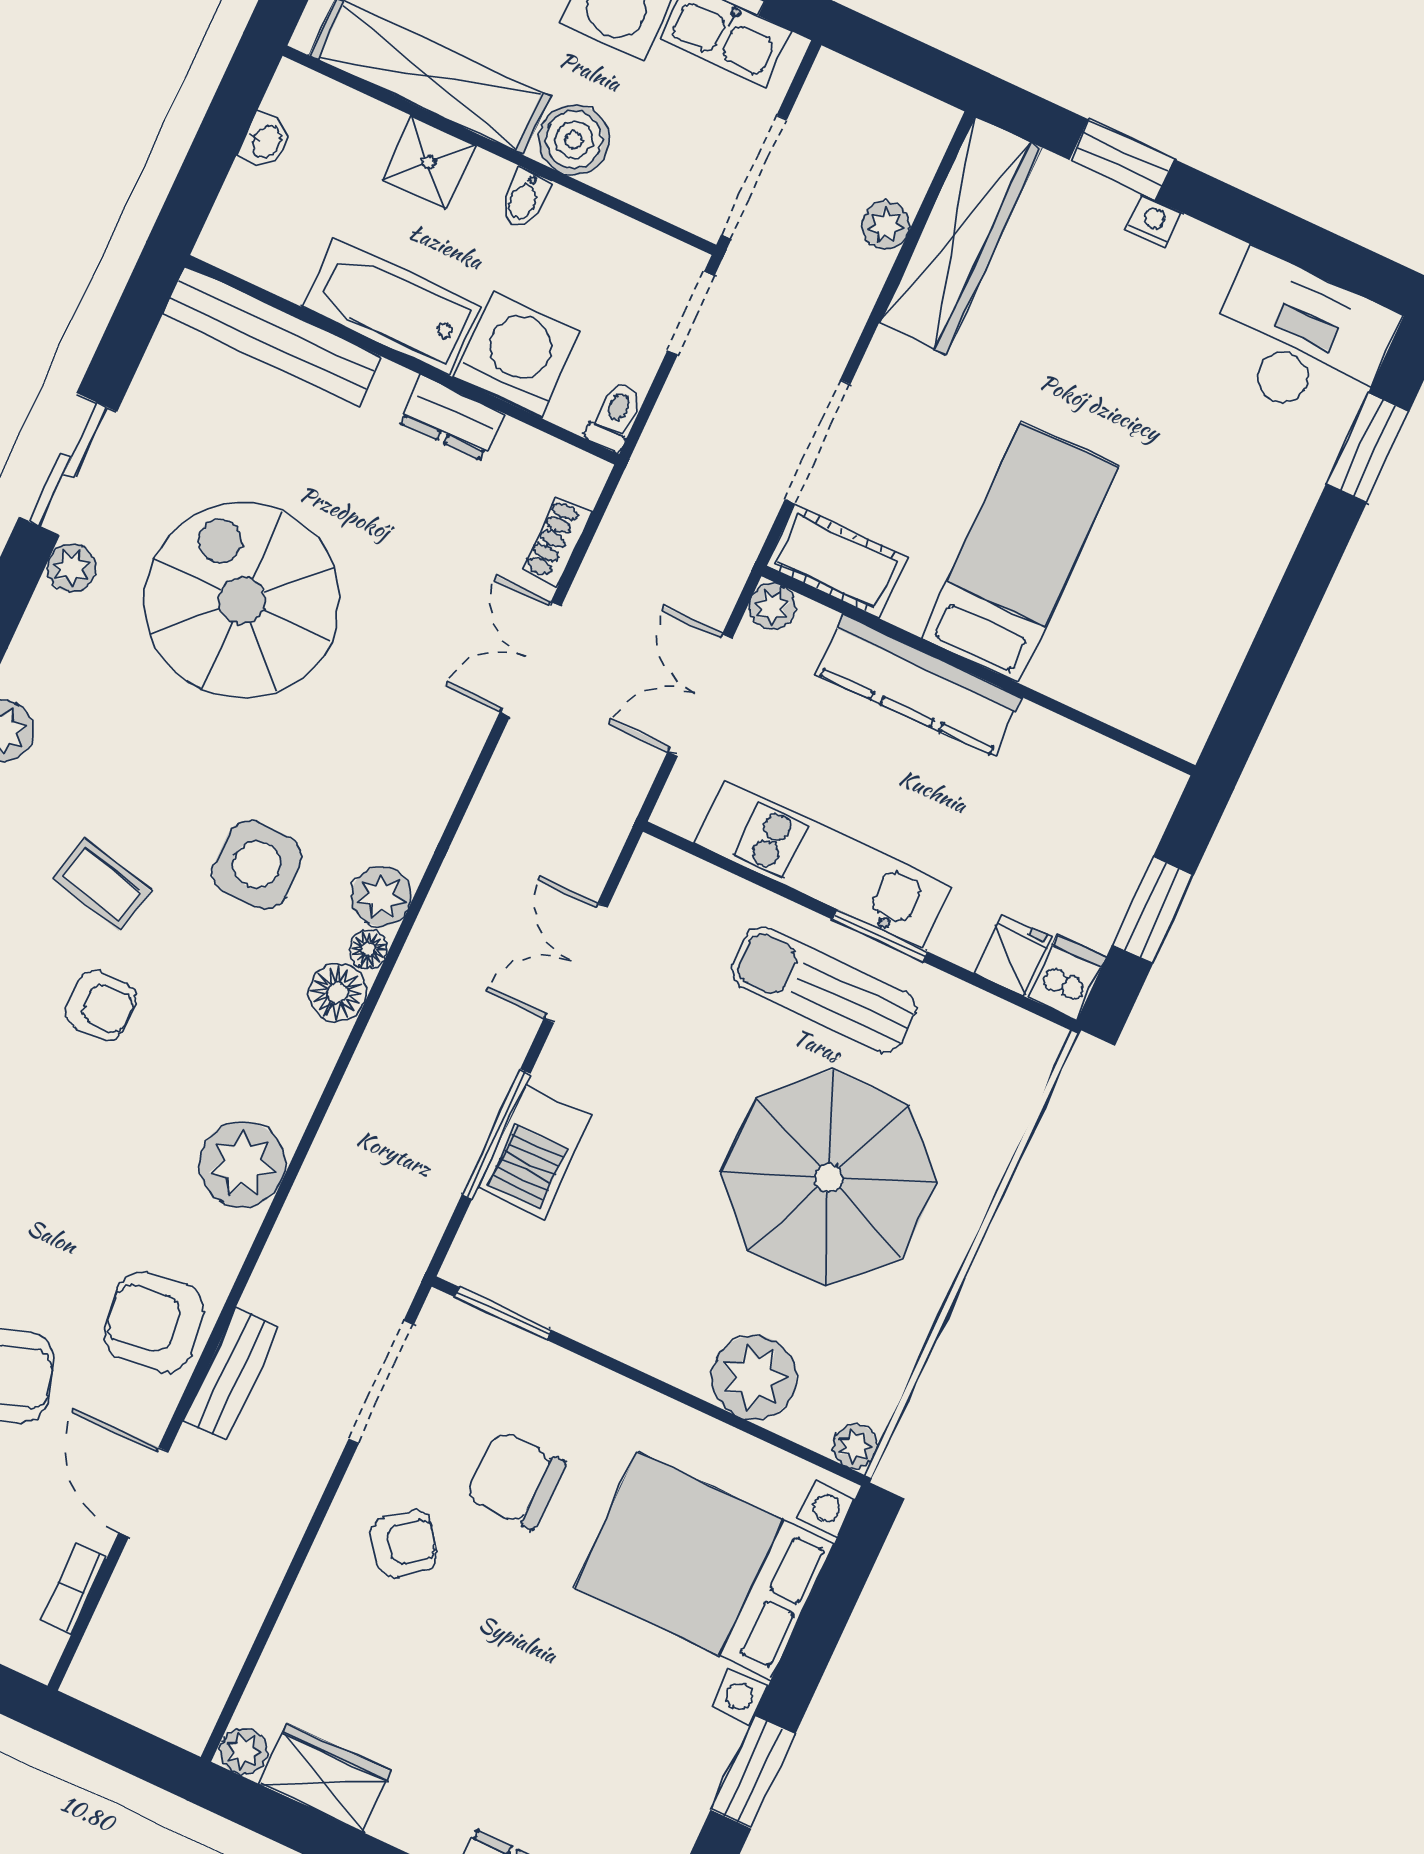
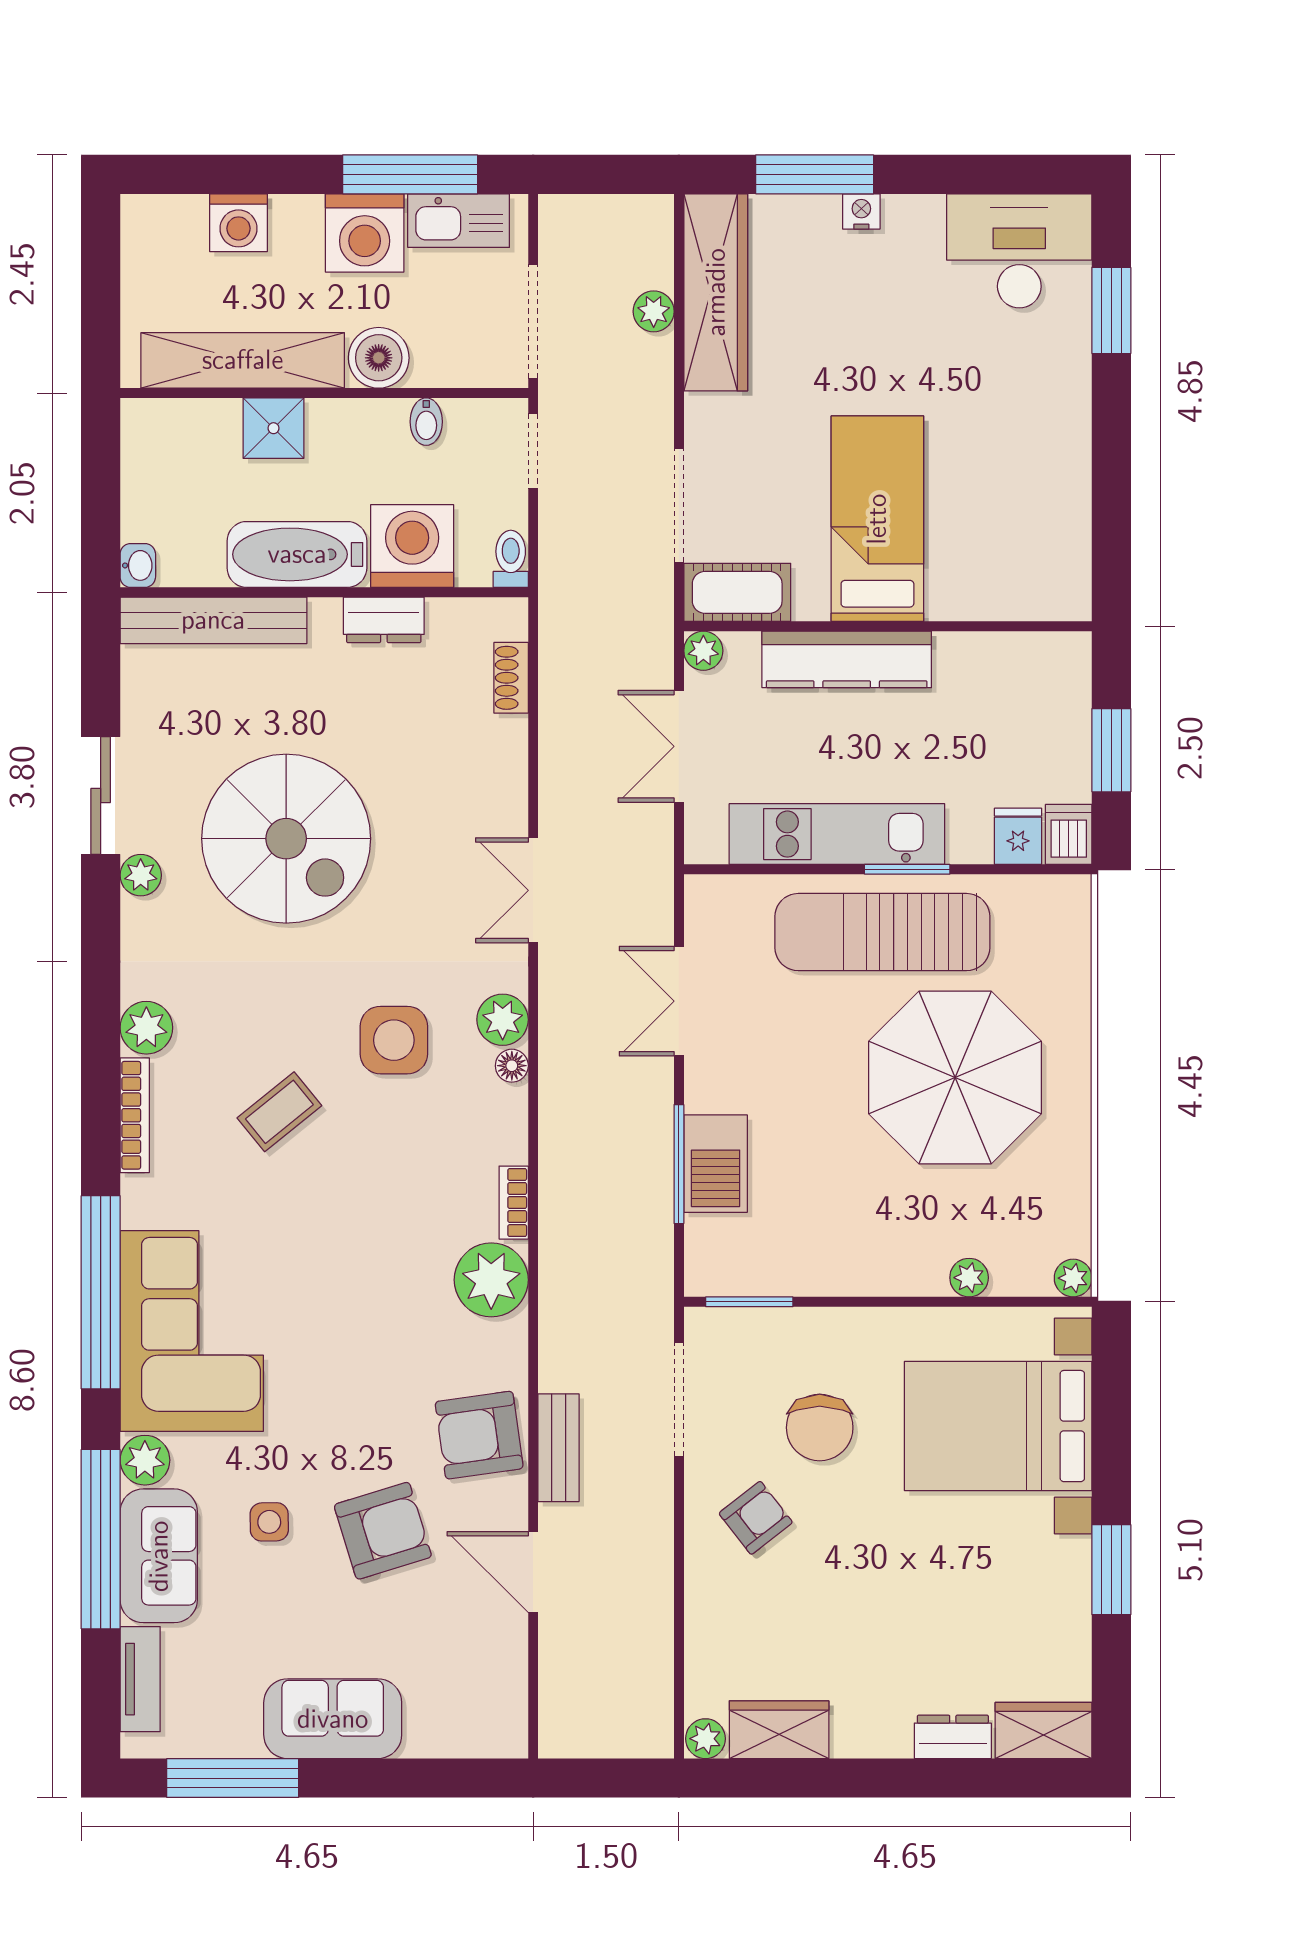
washbasin: (265, 141) -> (138, 565), moved
window: (1122, 160) -> (815, 174), width x1.44
bidet: (524, 198) -> (426, 422), moved
spiral stairs: (242, 600) -> (286, 839), turned 180
double door: (530, 659) -> (533, 890), moved
coffee table: (102, 884) -> (279, 1112), turned -53
sun lounger: (823, 990) -> (882, 932), width x1.36, depth x1.34
floor lamp: (337, 993) -> (503, 1111), removed
armchair: (101, 1005) -> (323, 1207), removed
plant: (754, 1377) -> (969, 1278), width x0.53, depth x0.53
chair: (516, 1480) -> (820, 1428), turned -91
bookcase: (74, 1589) -> (514, 1203), moved

